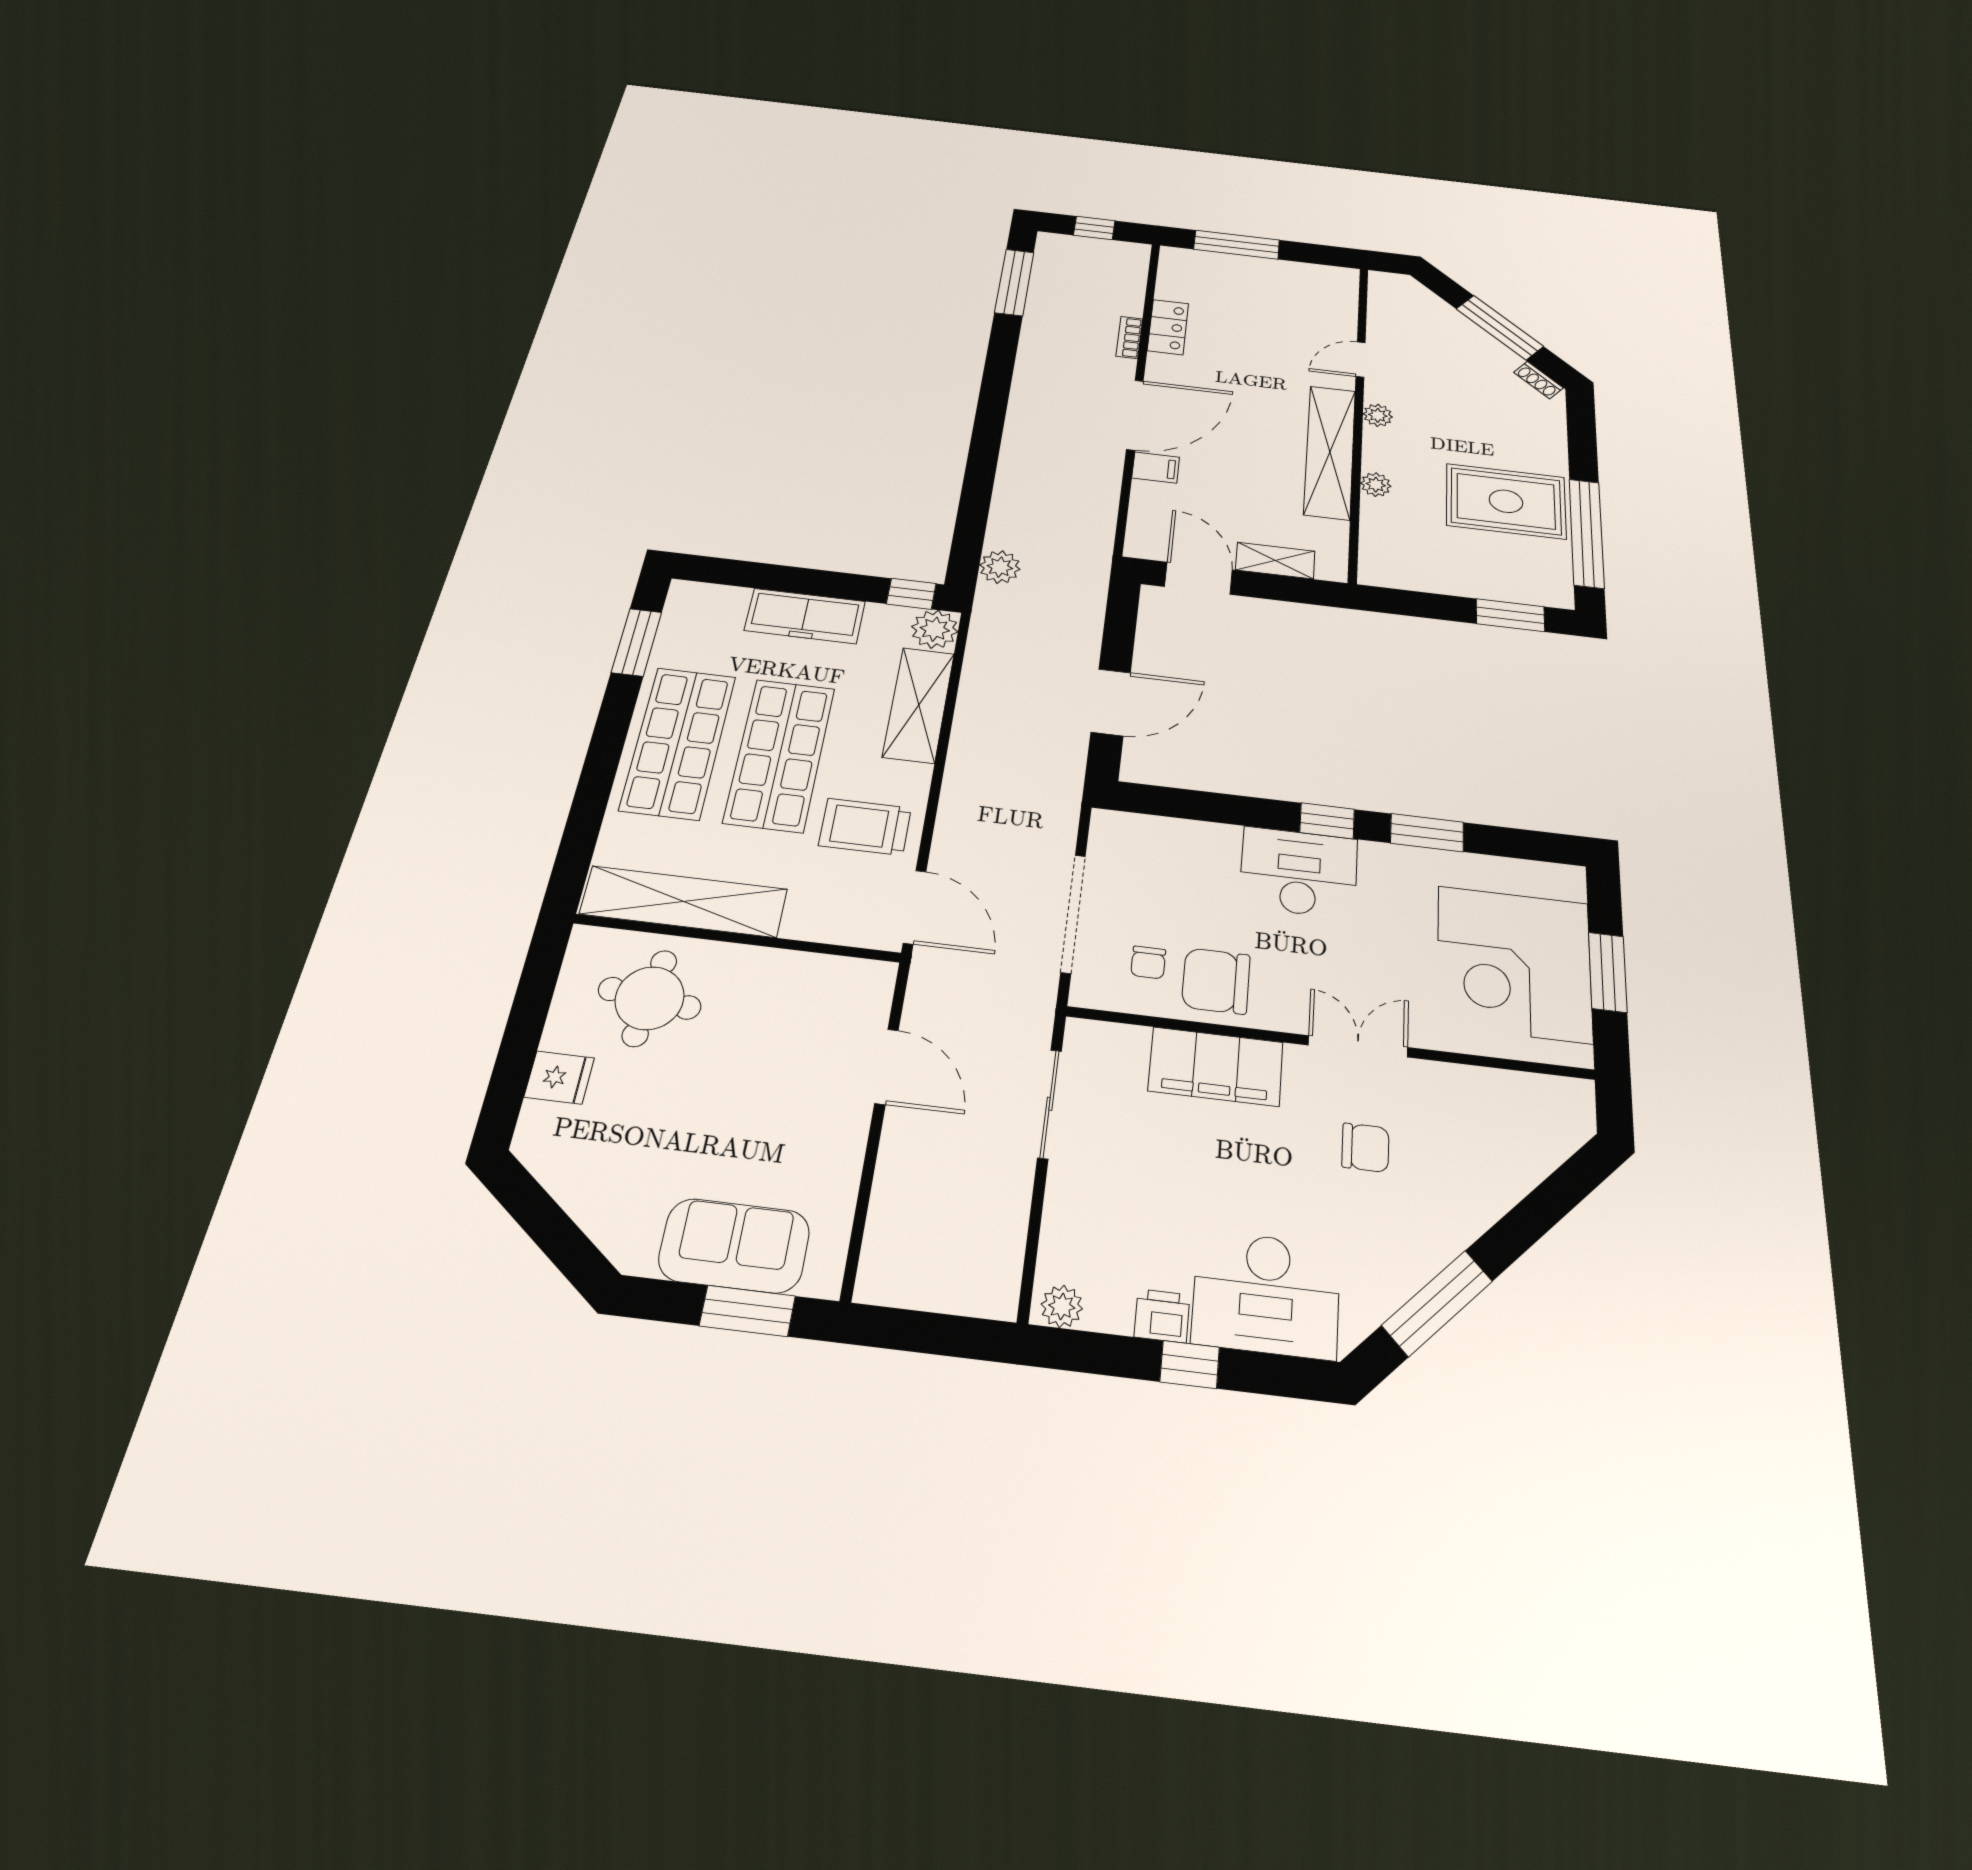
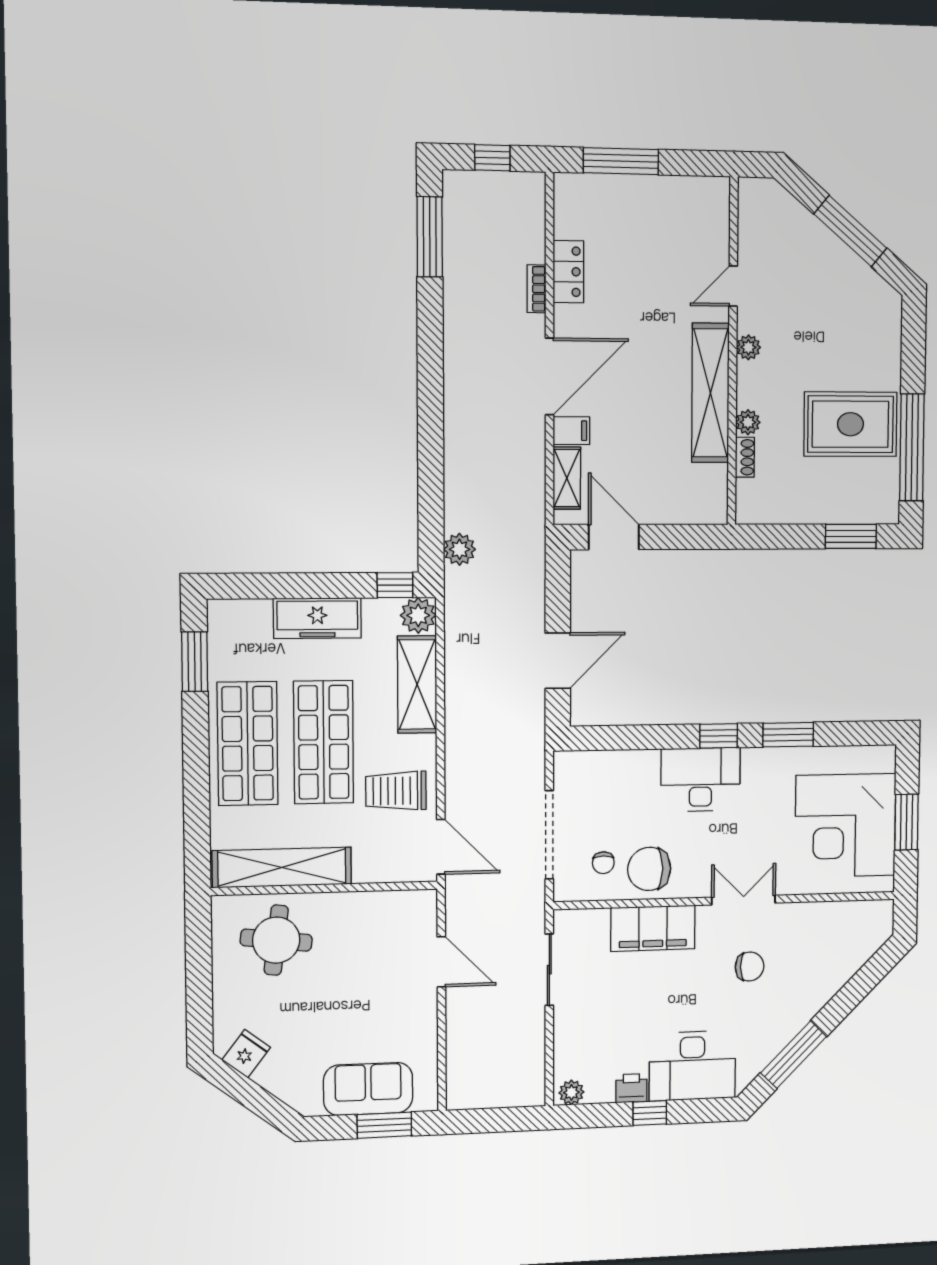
shoe rack: (1538, 380) -> (745, 457), moved, turned -130
shelving: (1275, 561) -> (567, 478), moved, turned 90
fridge: (559, 1078) -> (246, 1054), moved, turned -53

